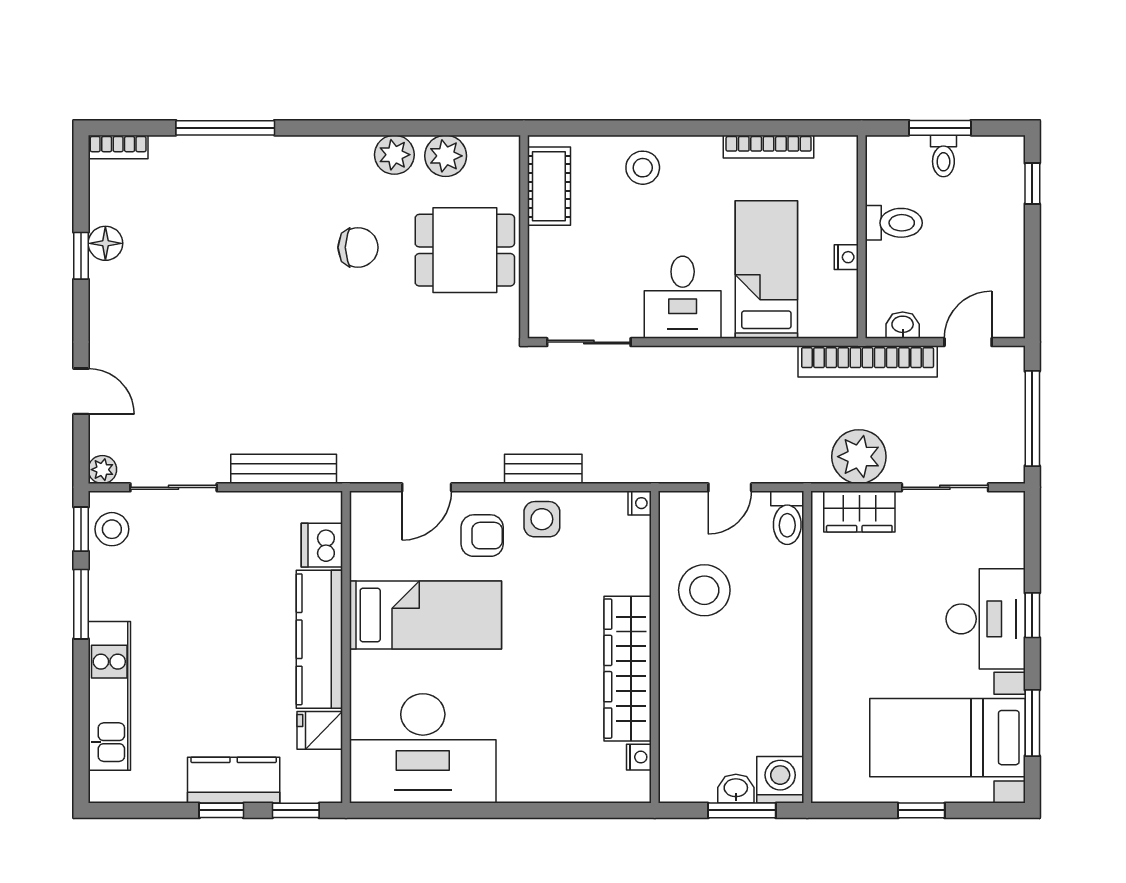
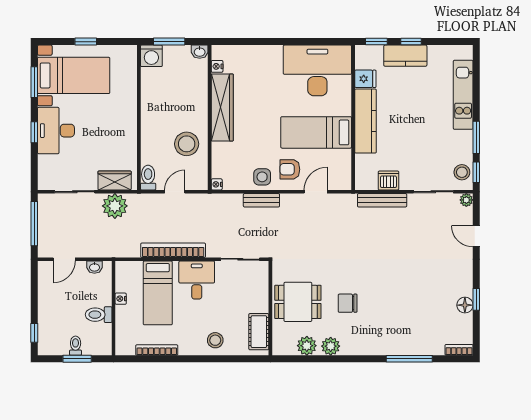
bookcase: (868, 361) -> (173, 250), moved
dishwasher: (322, 545) -> (388, 180), moved, turned -90
washbasin: (736, 789) -> (200, 52), moved

